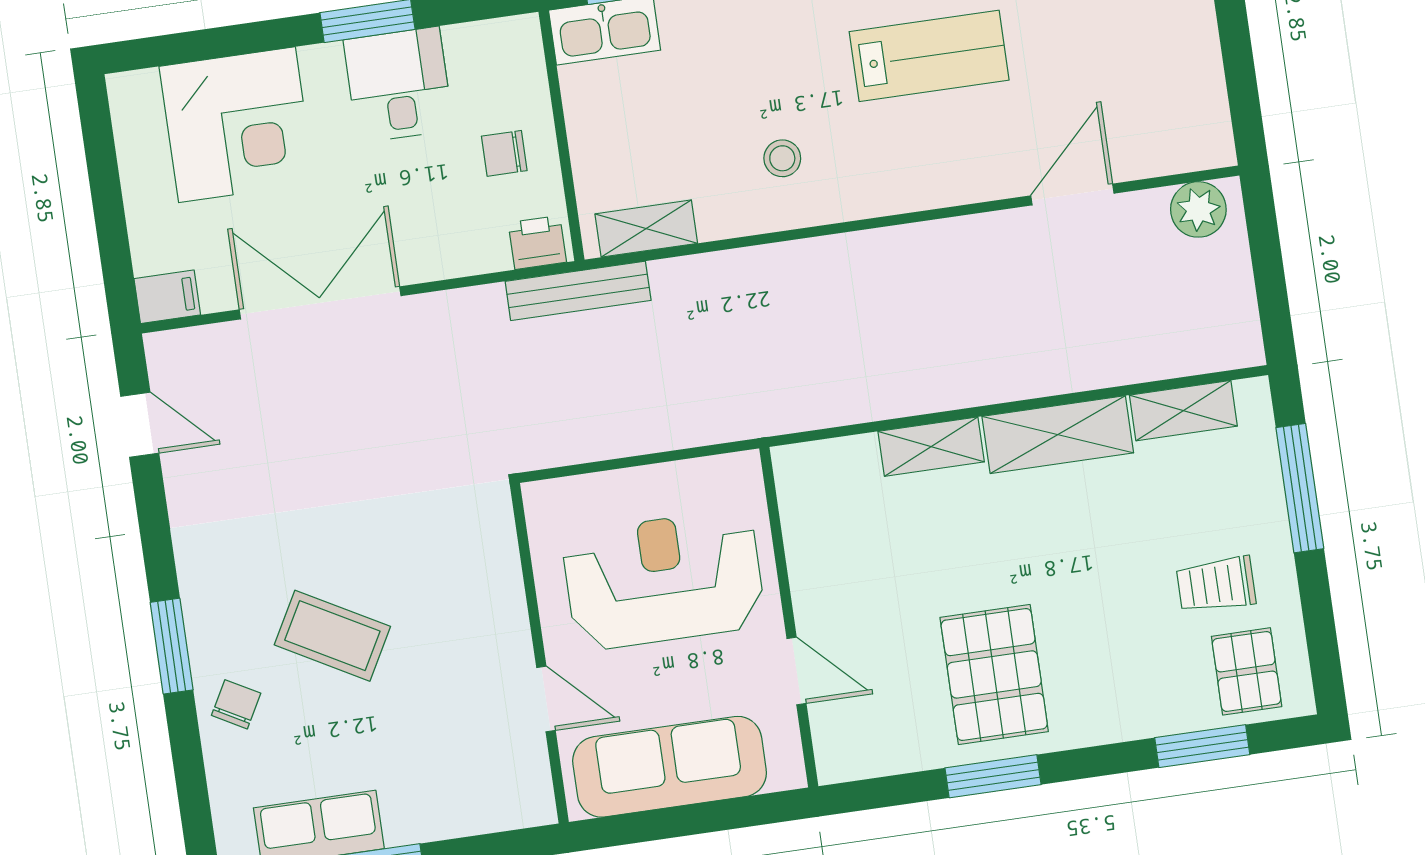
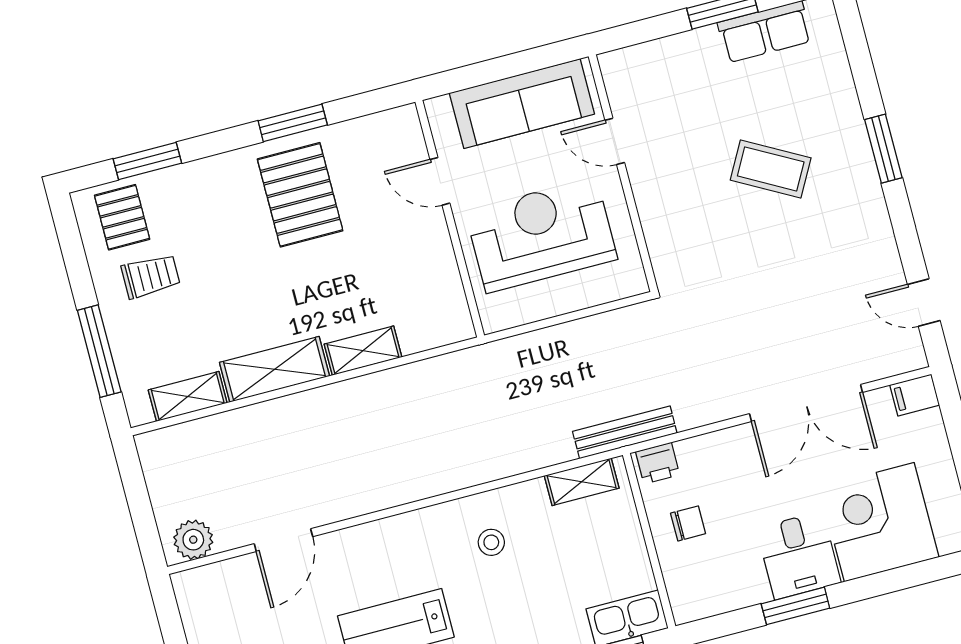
desk: (398, 85) -> (799, 555), moved
reception desk: (664, 580) -> (541, 235), turned 180
chair: (236, 704) -> (833, 113), removed

